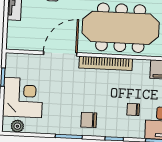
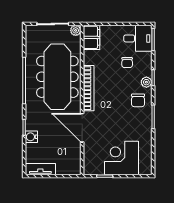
plant: (17, 126) -> (146, 82), moved

